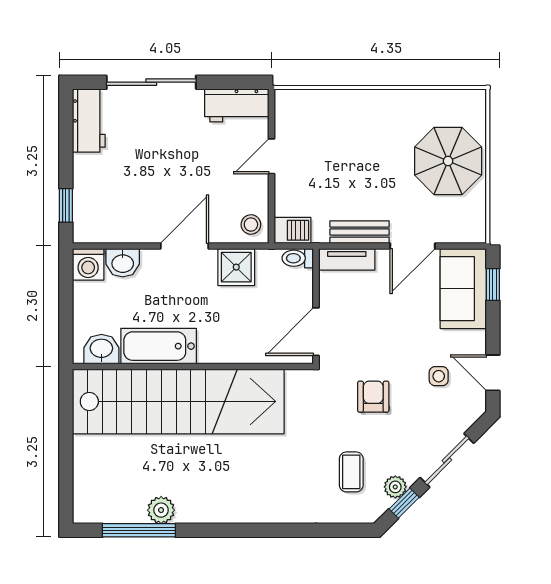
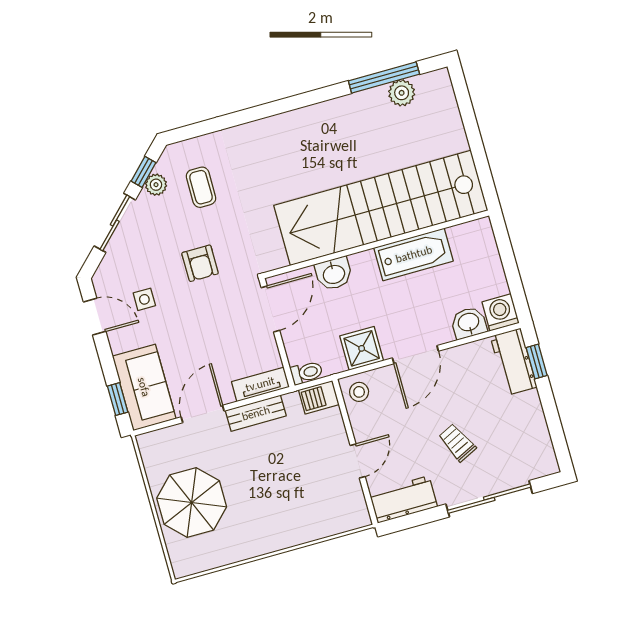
workbench: (89, 120) -> (514, 362), moved
trolley: (167, 147) -> (457, 443), added
washbasin: (101, 349) -> (334, 274), moved
plant: (161, 510) -> (402, 93), moved

